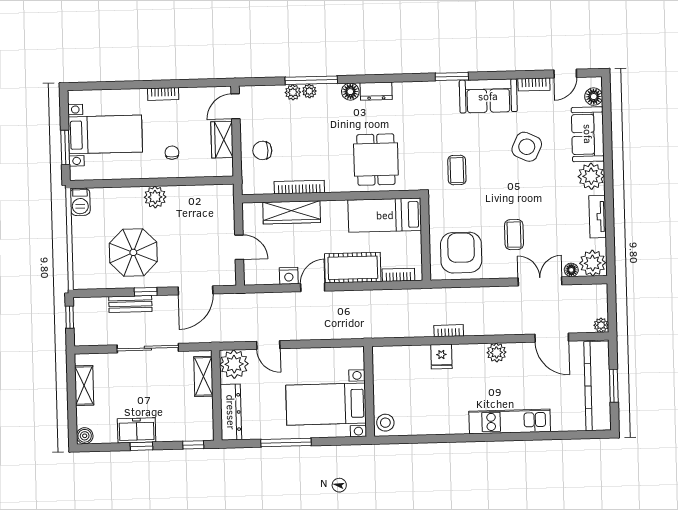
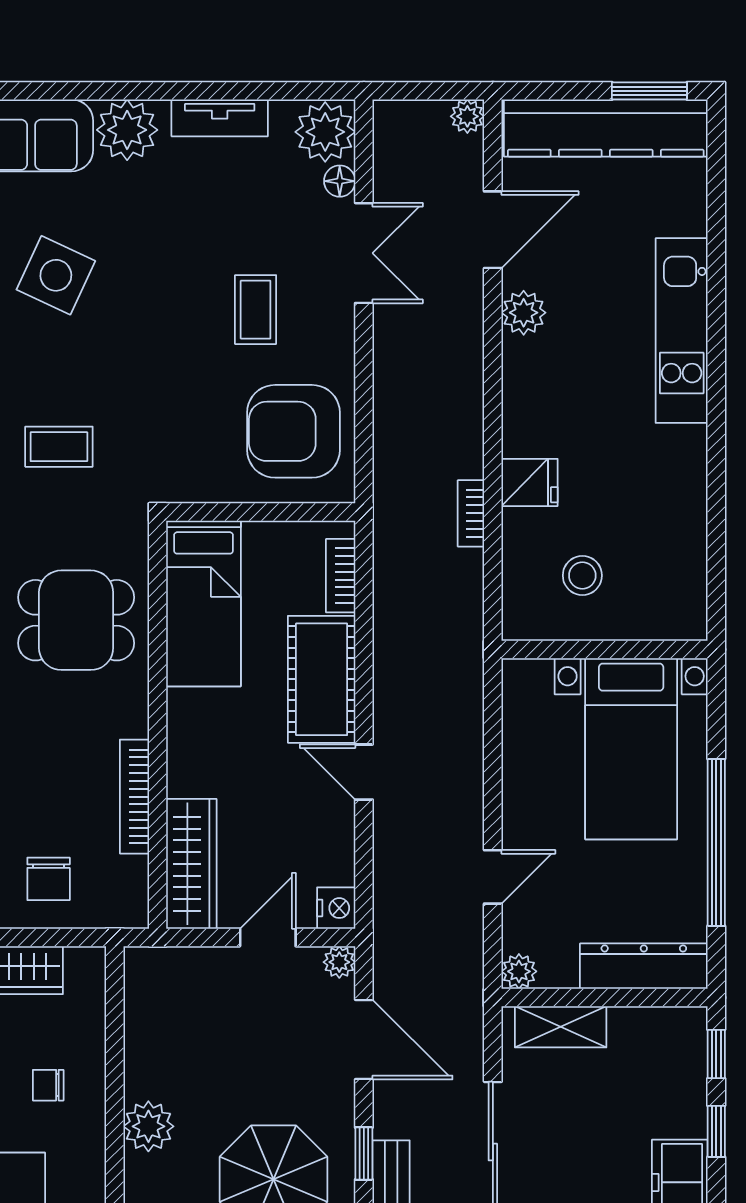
coffee table: (457, 170) -> (59, 447), moved
wardrobe: (292, 212) -> (191, 864), moved
coffee table: (514, 235) -> (256, 310), turned 90
nightstand: (289, 276) -> (336, 908), moved
plant: (229, 279) -> (339, 962), added
double door: (540, 281) -> (364, 253), swing flipped
bookcase: (449, 331) -> (471, 513), moved
plant: (497, 352) -> (524, 313), moved
plant: (234, 364) -> (519, 971), width x0.53, depth x0.53
window: (614, 386) -> (649, 91), moved
stool: (385, 423) -> (582, 575), moved
window: (286, 442) -> (716, 842), width x1.46
window: (141, 446) -> (716, 1131), moved

